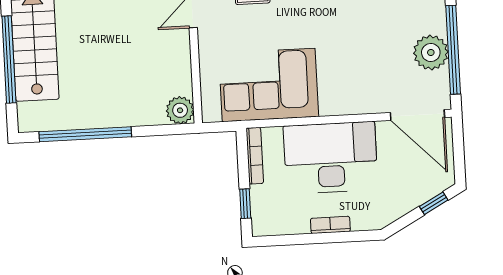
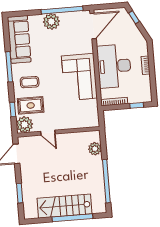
plant: (431, 52) -> (51, 22), moved
corner sofa: (269, 85) -> (79, 77), moved
plant: (180, 110) -> (95, 149), moved

